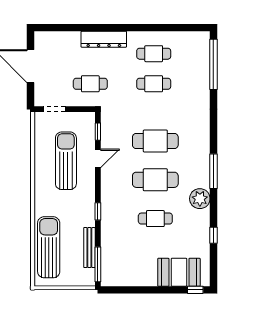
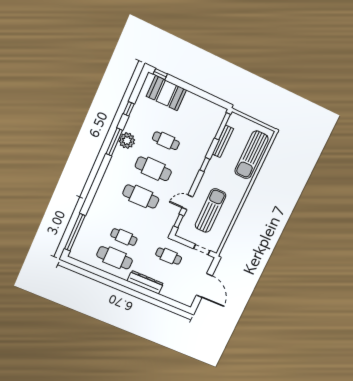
cafe table: (154, 54) -> (115, 258), width x1.37, depth x1.35
sun lounger: (66, 161) -> (211, 210), turned 180
window: (213, 171) -> (114, 142), moved

